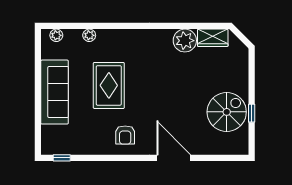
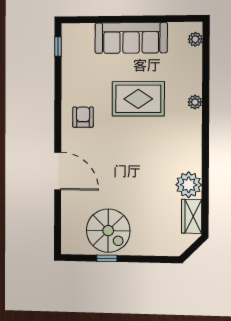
plant: (89, 35) -> (195, 102), moved
armchair: (125, 135) -> (83, 117), turned 90
door: (174, 158) -> (58, 171), hinge flipped

